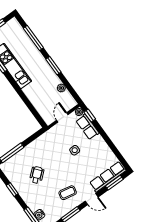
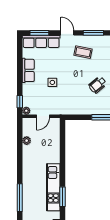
window: (53, 66) -> (20, 163), removed
row of seats: (88, 127) -> (28, 70), moved

